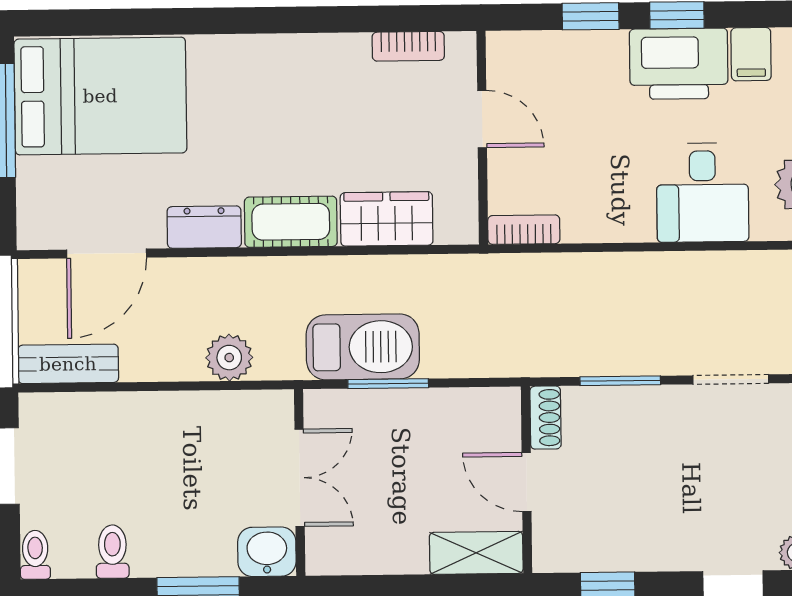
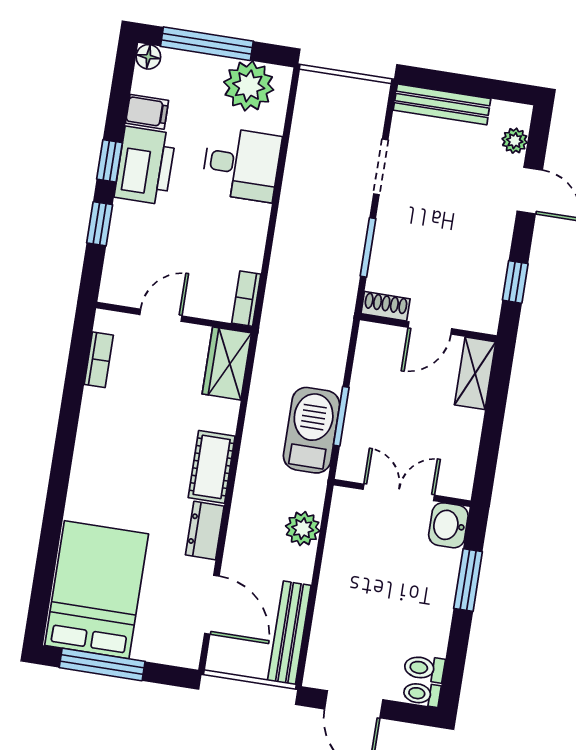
wardrobe: (387, 219) -> (227, 363), moved
bench: (68, 364) -> (289, 633), width x1.36
toilet: (112, 552) -> (424, 668), moved

